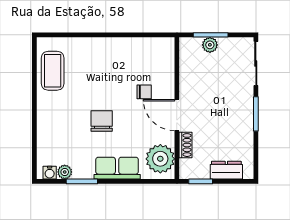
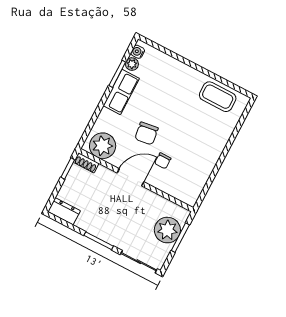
plant: (210, 45) -> (167, 230), width x1.87, depth x1.87
chair: (102, 121) -> (146, 133), moved, turned 82
shoe rack: (186, 145) -> (86, 163), moved
row of seats: (117, 168) -> (121, 92), moved
dresser: (226, 170) -> (64, 211), moved, turned -90

